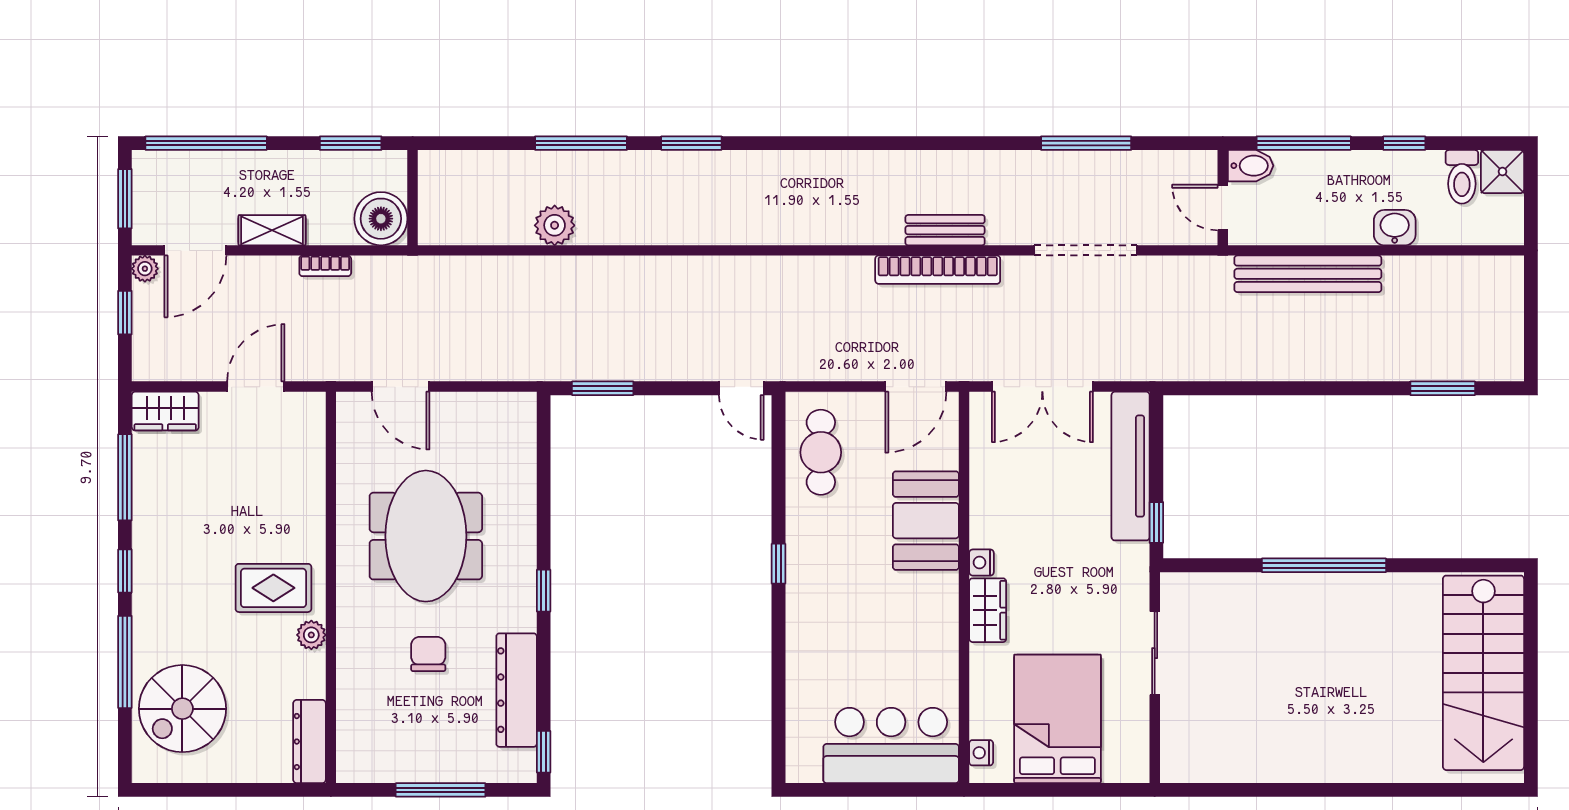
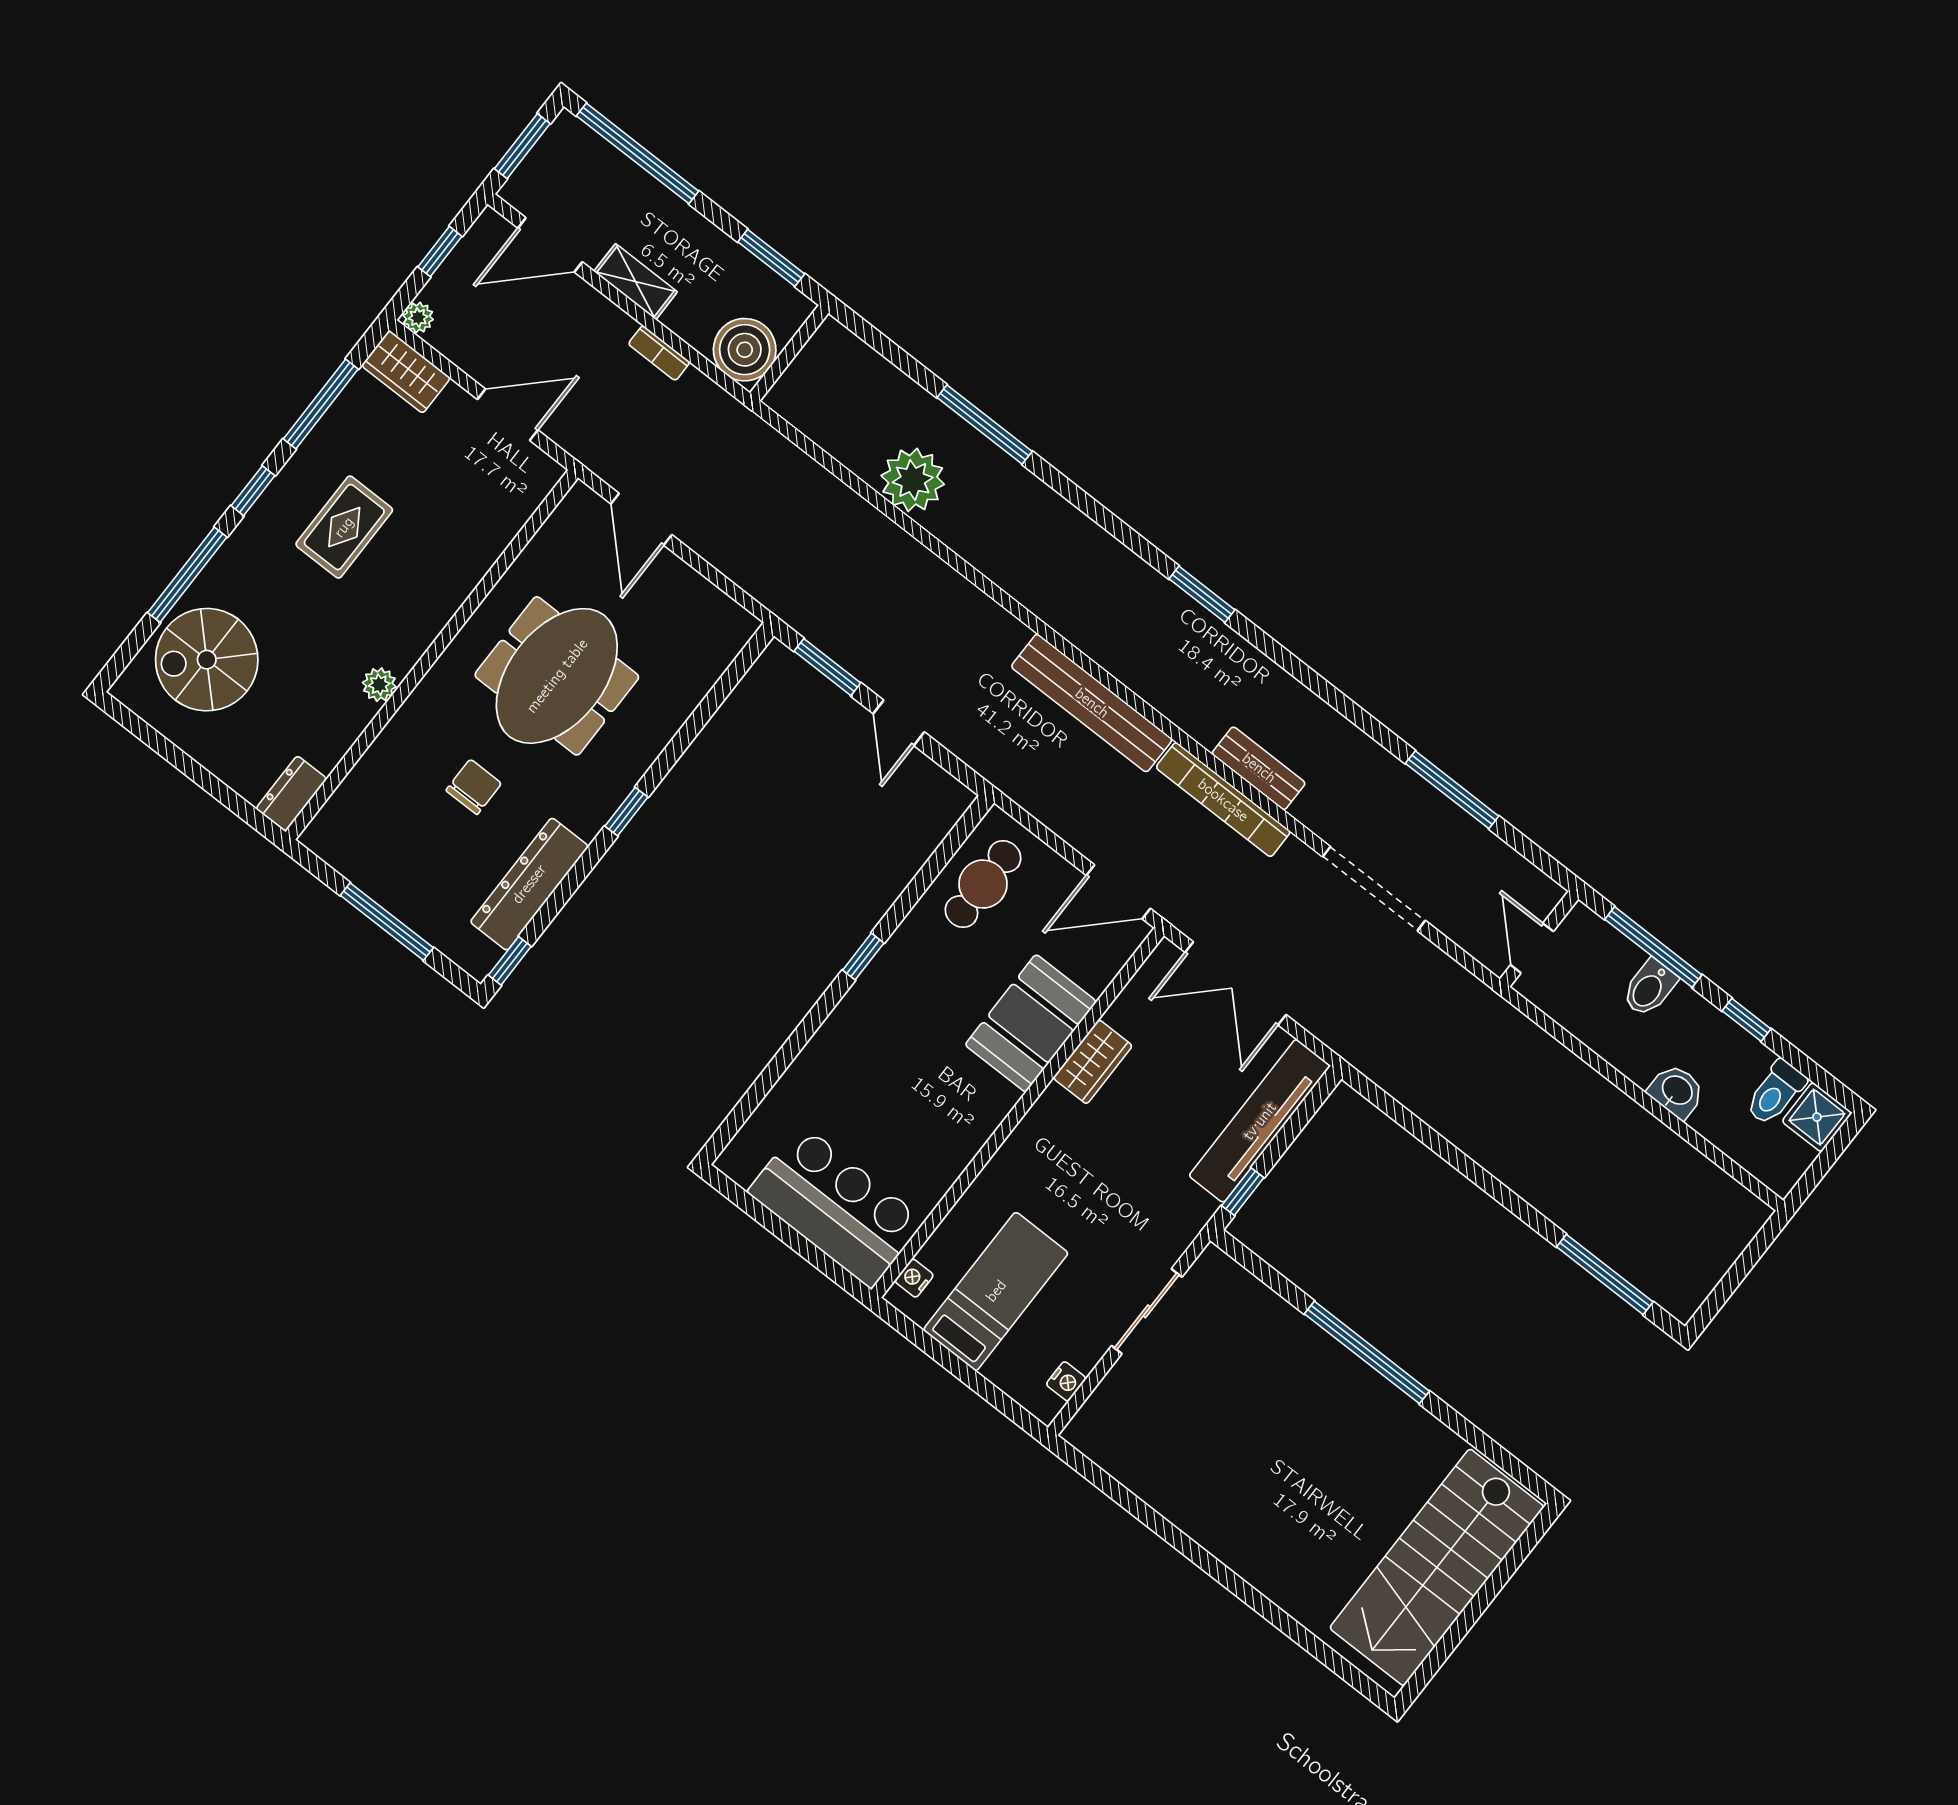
window: (691, 143) -> (1202, 594), moved
bidet: (1251, 166) -> (1649, 988), moved, turned 90
plant: (555, 225) -> (913, 480), width x1.36, depth x1.36
plant: (145, 269) -> (418, 318), moved
bench: (1308, 274) -> (1092, 703), moved
door: (741, 388) -> (899, 723), moved
window: (1443, 388) -> (1605, 1274), width x1.44
nightstand: (981, 563) -> (1066, 1381), moved, turned 180
rug: (273, 588) -> (344, 527), moved, turned 90
wardrobe: (988, 610) -> (1093, 1062), moved
bed: (1057, 719) -> (996, 1291), width x0.67
dresser: (309, 742) -> (291, 794), width x0.70

